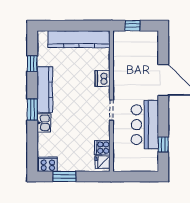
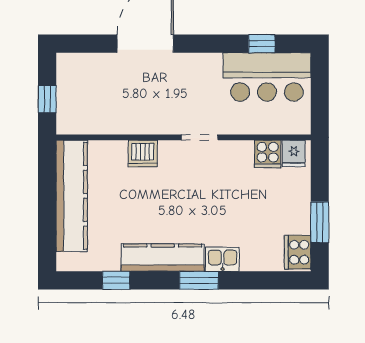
bar counter: (145, 125) -> (267, 77), moved

